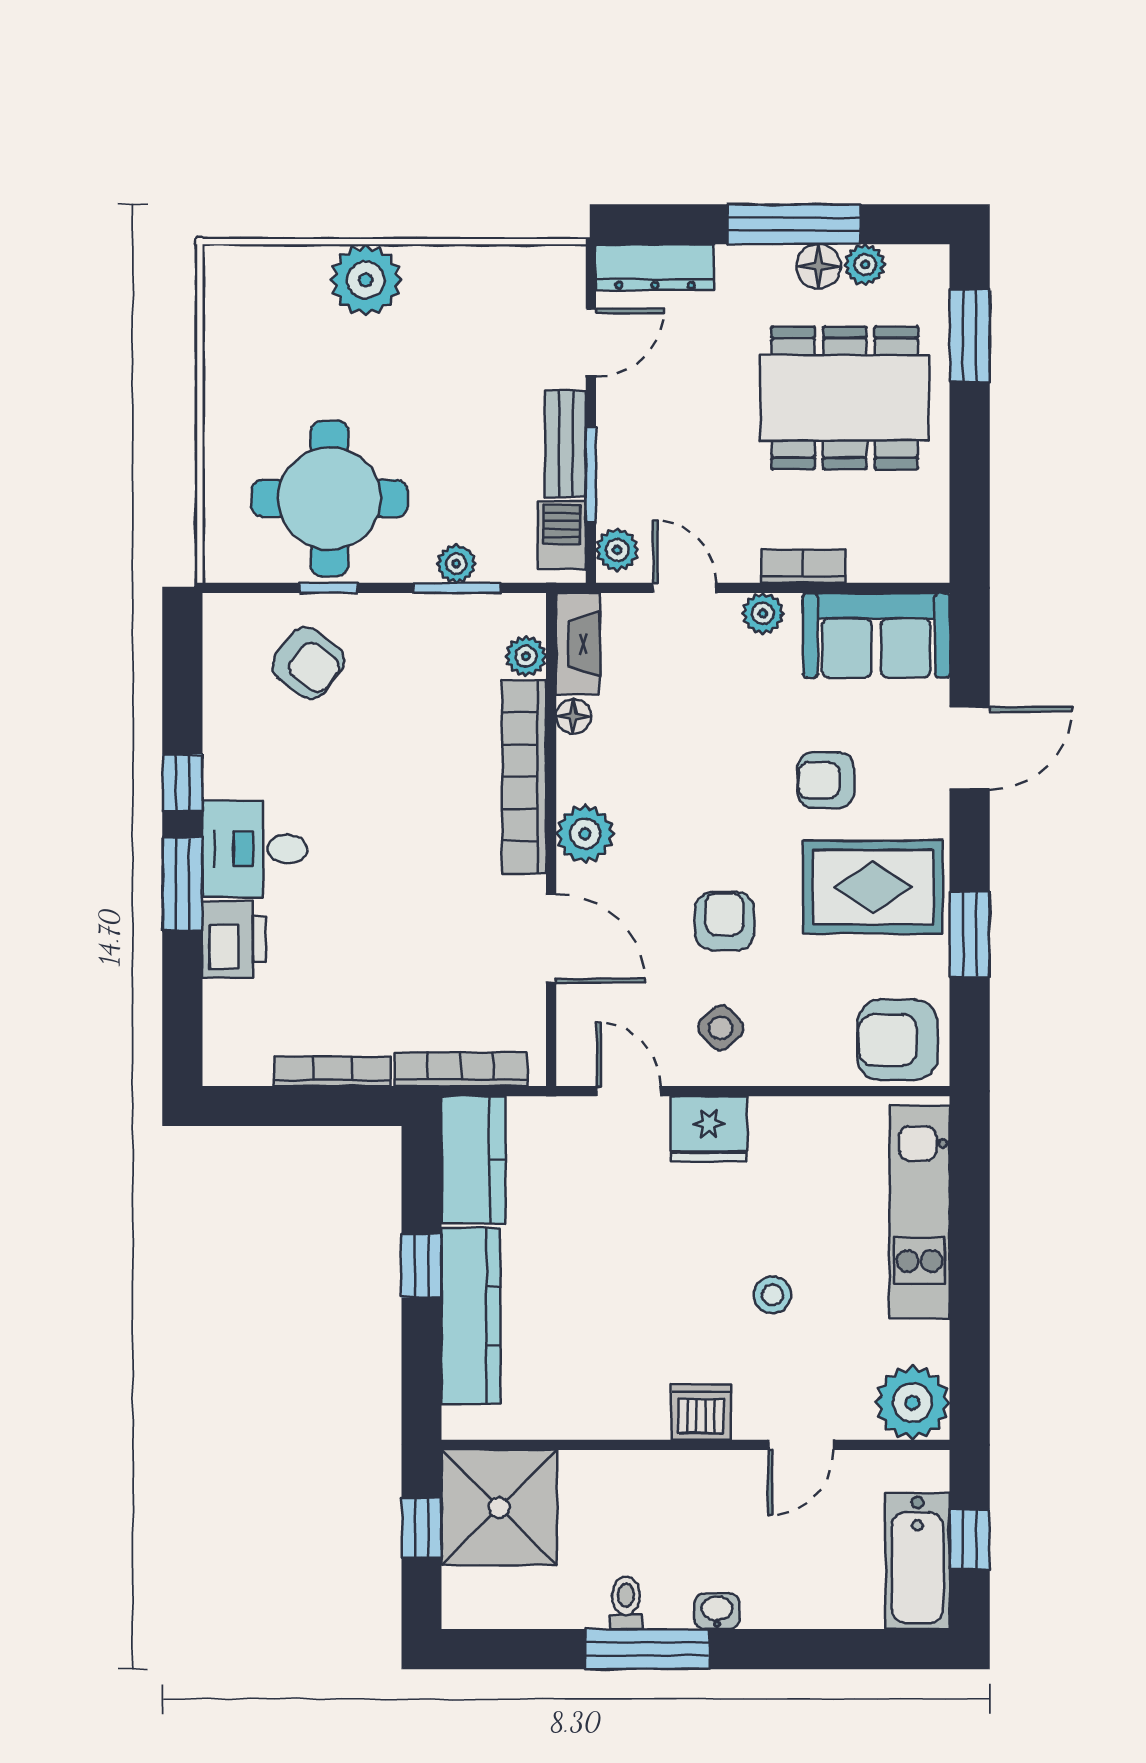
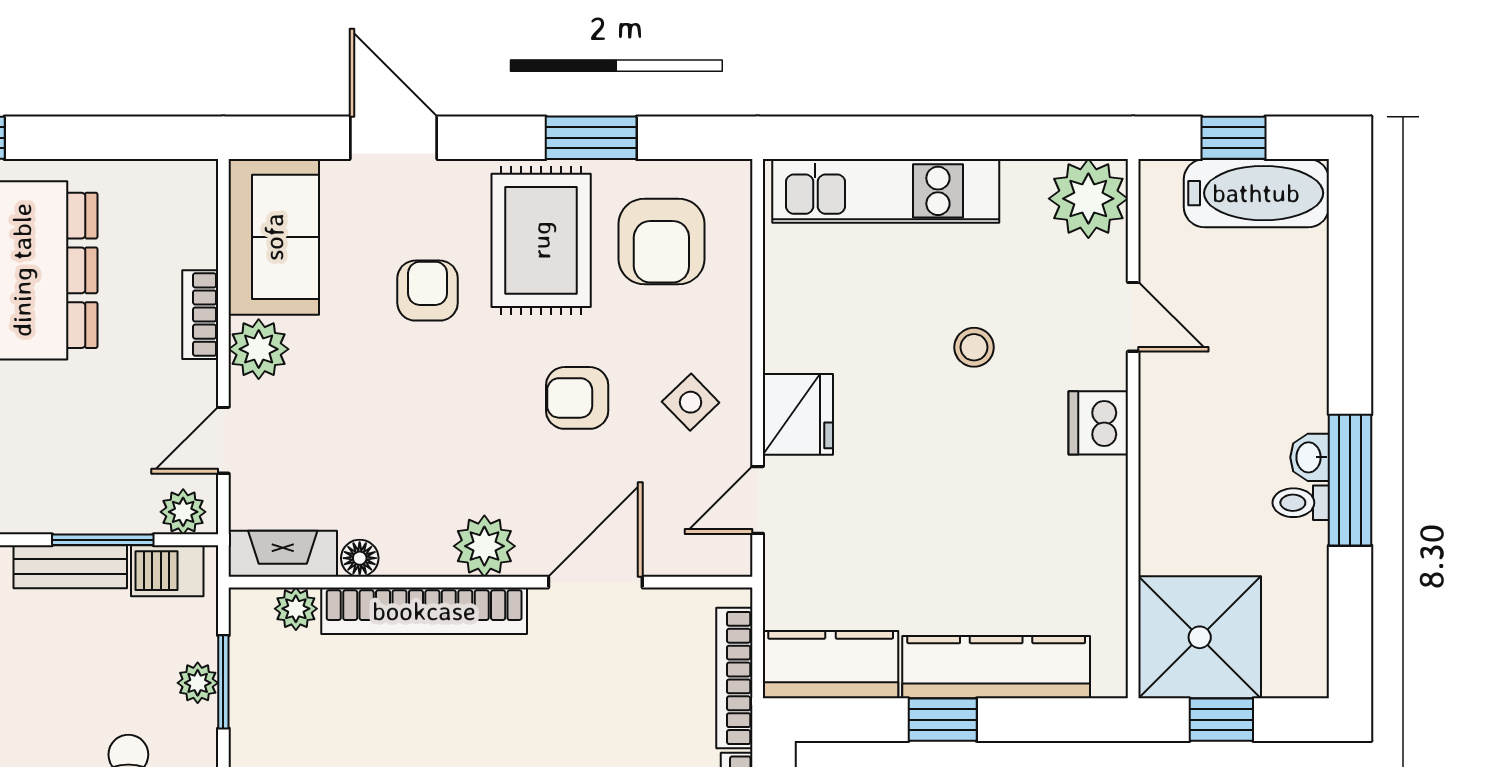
plant: (763, 613) -> (259, 349), width x1.38, depth x1.38
armchair: (826, 780) -> (428, 291), turned 180
armchair: (897, 1040) -> (661, 241), moved
washbasin: (717, 1611) -> (1310, 457), moved

